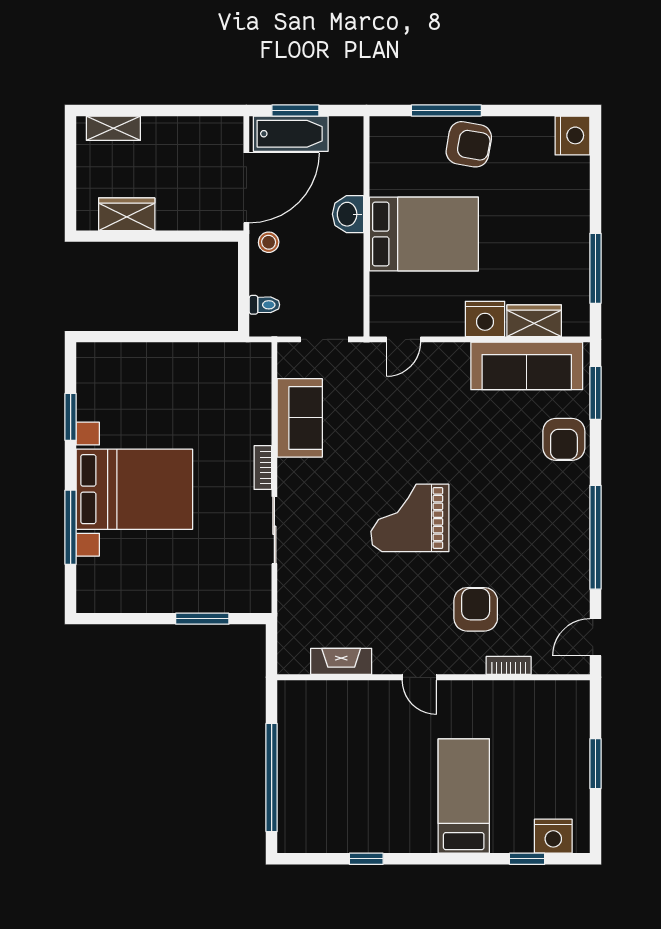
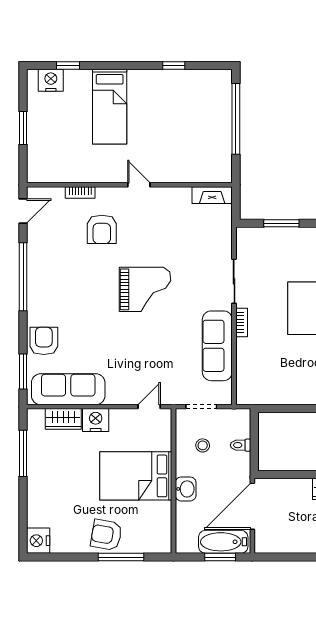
stool: (269, 242) -> (203, 445), moved
toilet: (264, 305) -> (241, 445), moved
sofa: (300, 418) -> (217, 346), width x1.36
fireplace: (341, 661) -> (212, 195), moved

